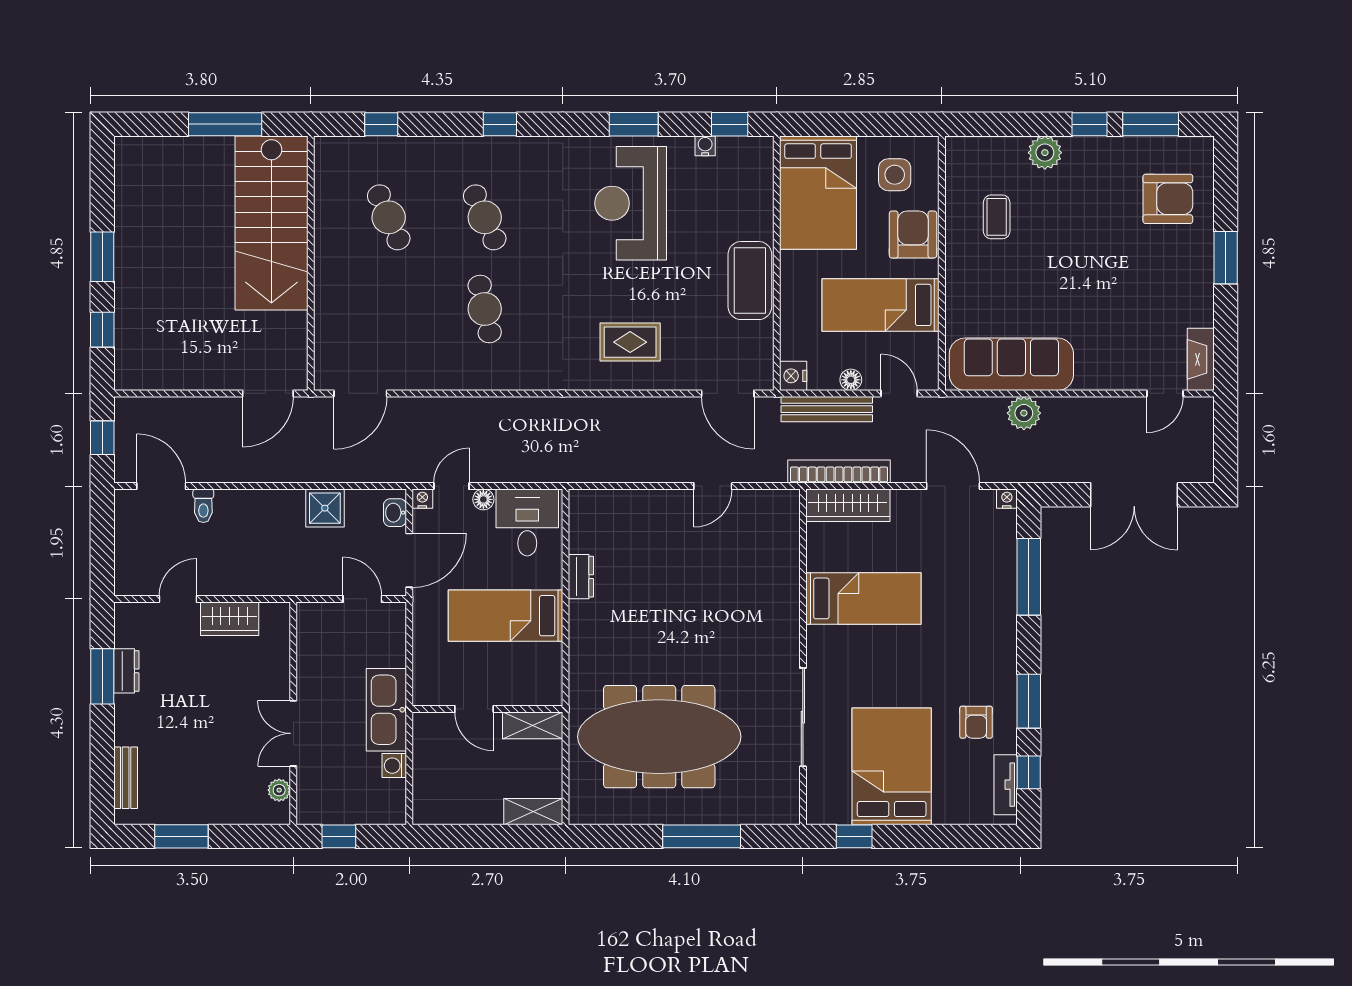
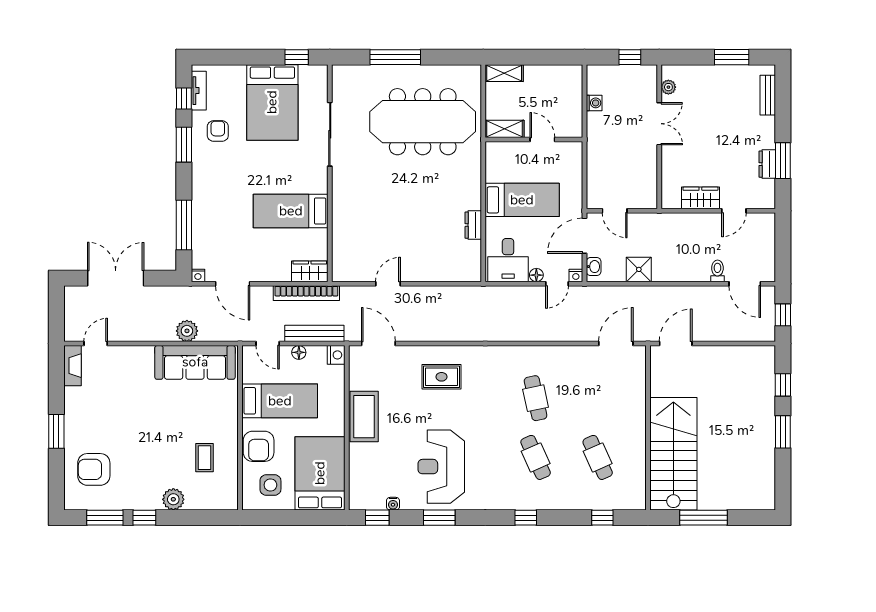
reception desk: (631, 203) -> (441, 467), turned 180
wardrobe: (848, 505) -> (310, 271), width x0.67
kitchen sink: (386, 710) -> (599, 139), removed

